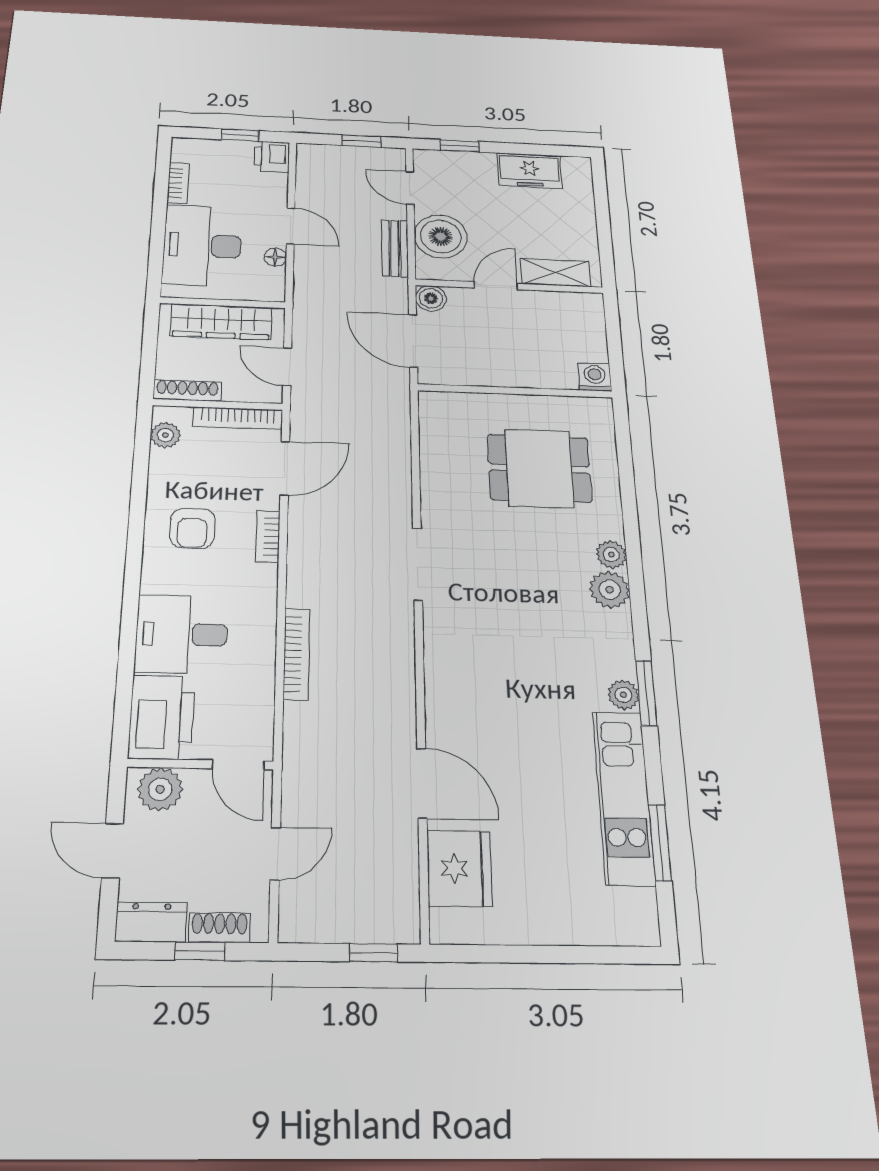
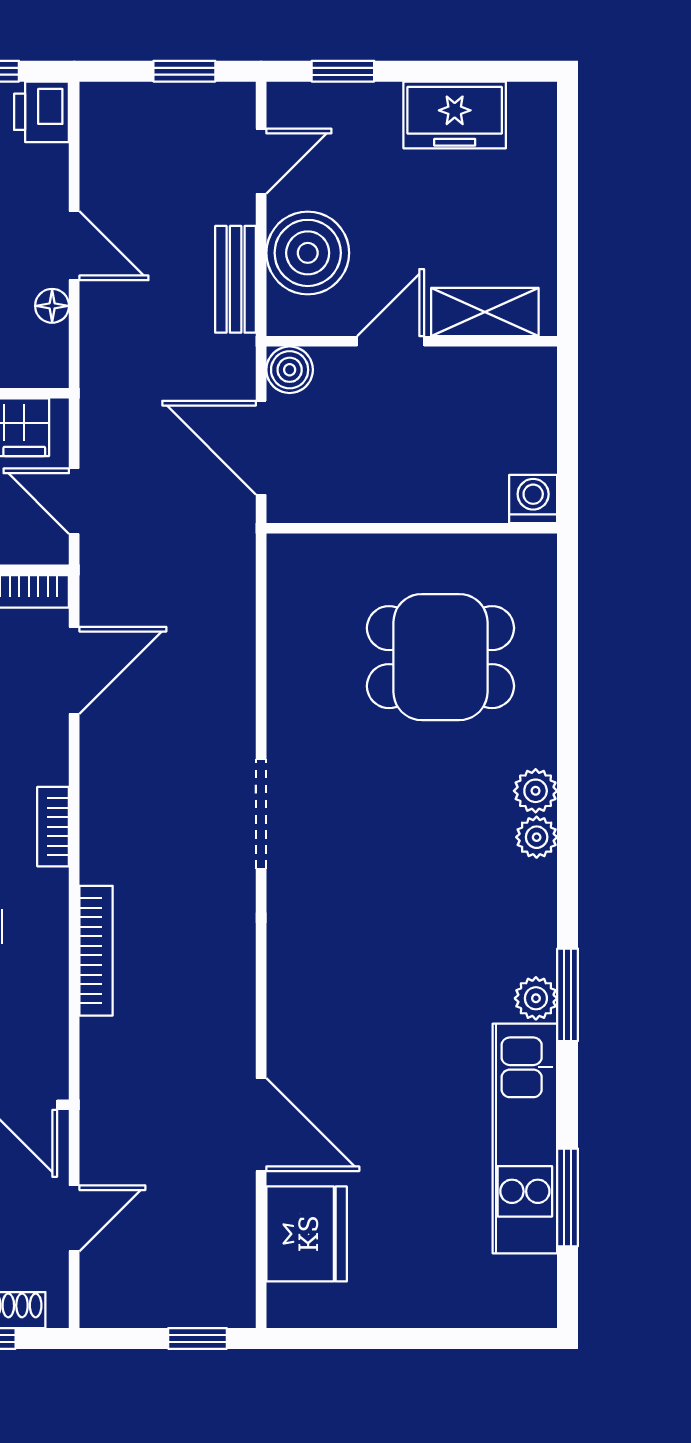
door: (410, 188) -> (261, 161), swing flipped
bookcase: (268, 536) -> (53, 827), moved
plant: (610, 590) -> (537, 837), width x0.73, depth x0.73

